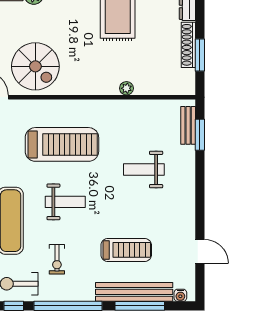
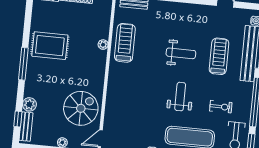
treadmill: (62, 144) -> (125, 43), moved, width x0.73, depth x0.73
weight bench: (144, 170) -> (181, 53), moved, turned -90

